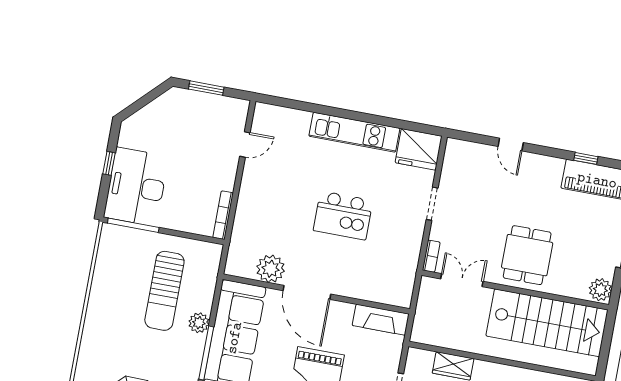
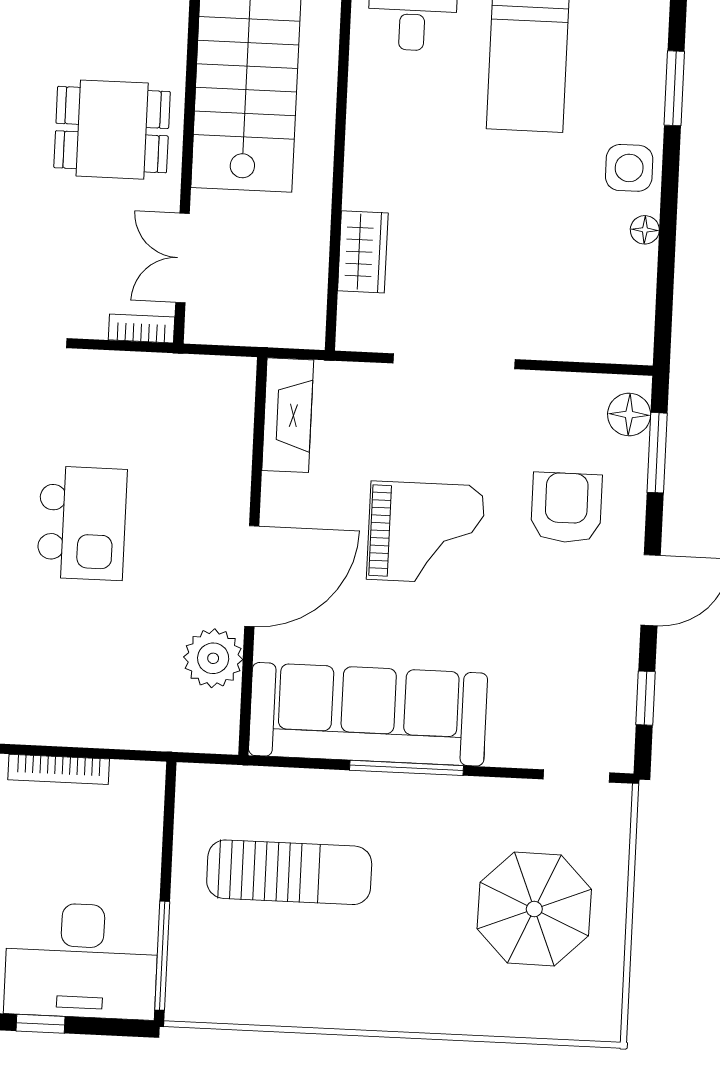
bookcase: (223, 215) -> (59, 769), moved
plant: (199, 323) -> (346, 792), removed

